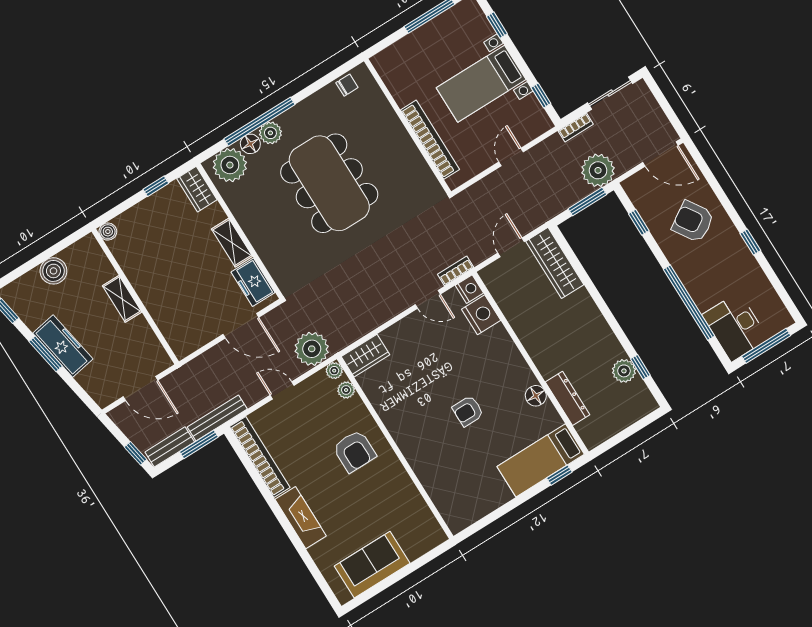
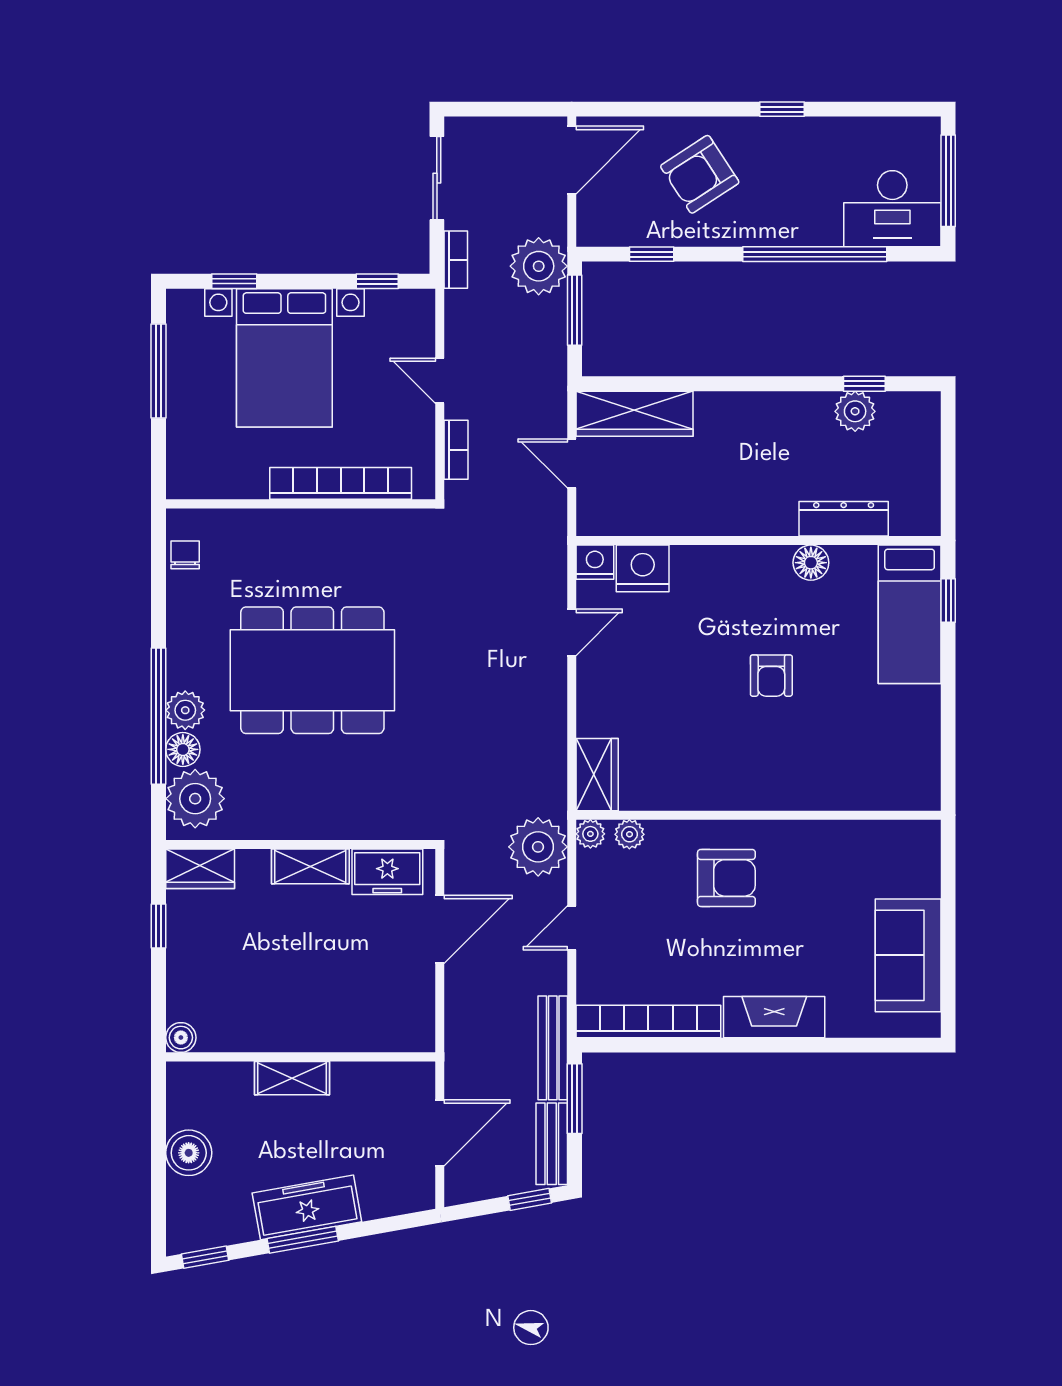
bed with nightstands: (481, 84) -> (284, 358), width x1.36
bookcase: (456, 271) -> (456, 450), moved, turned 180

